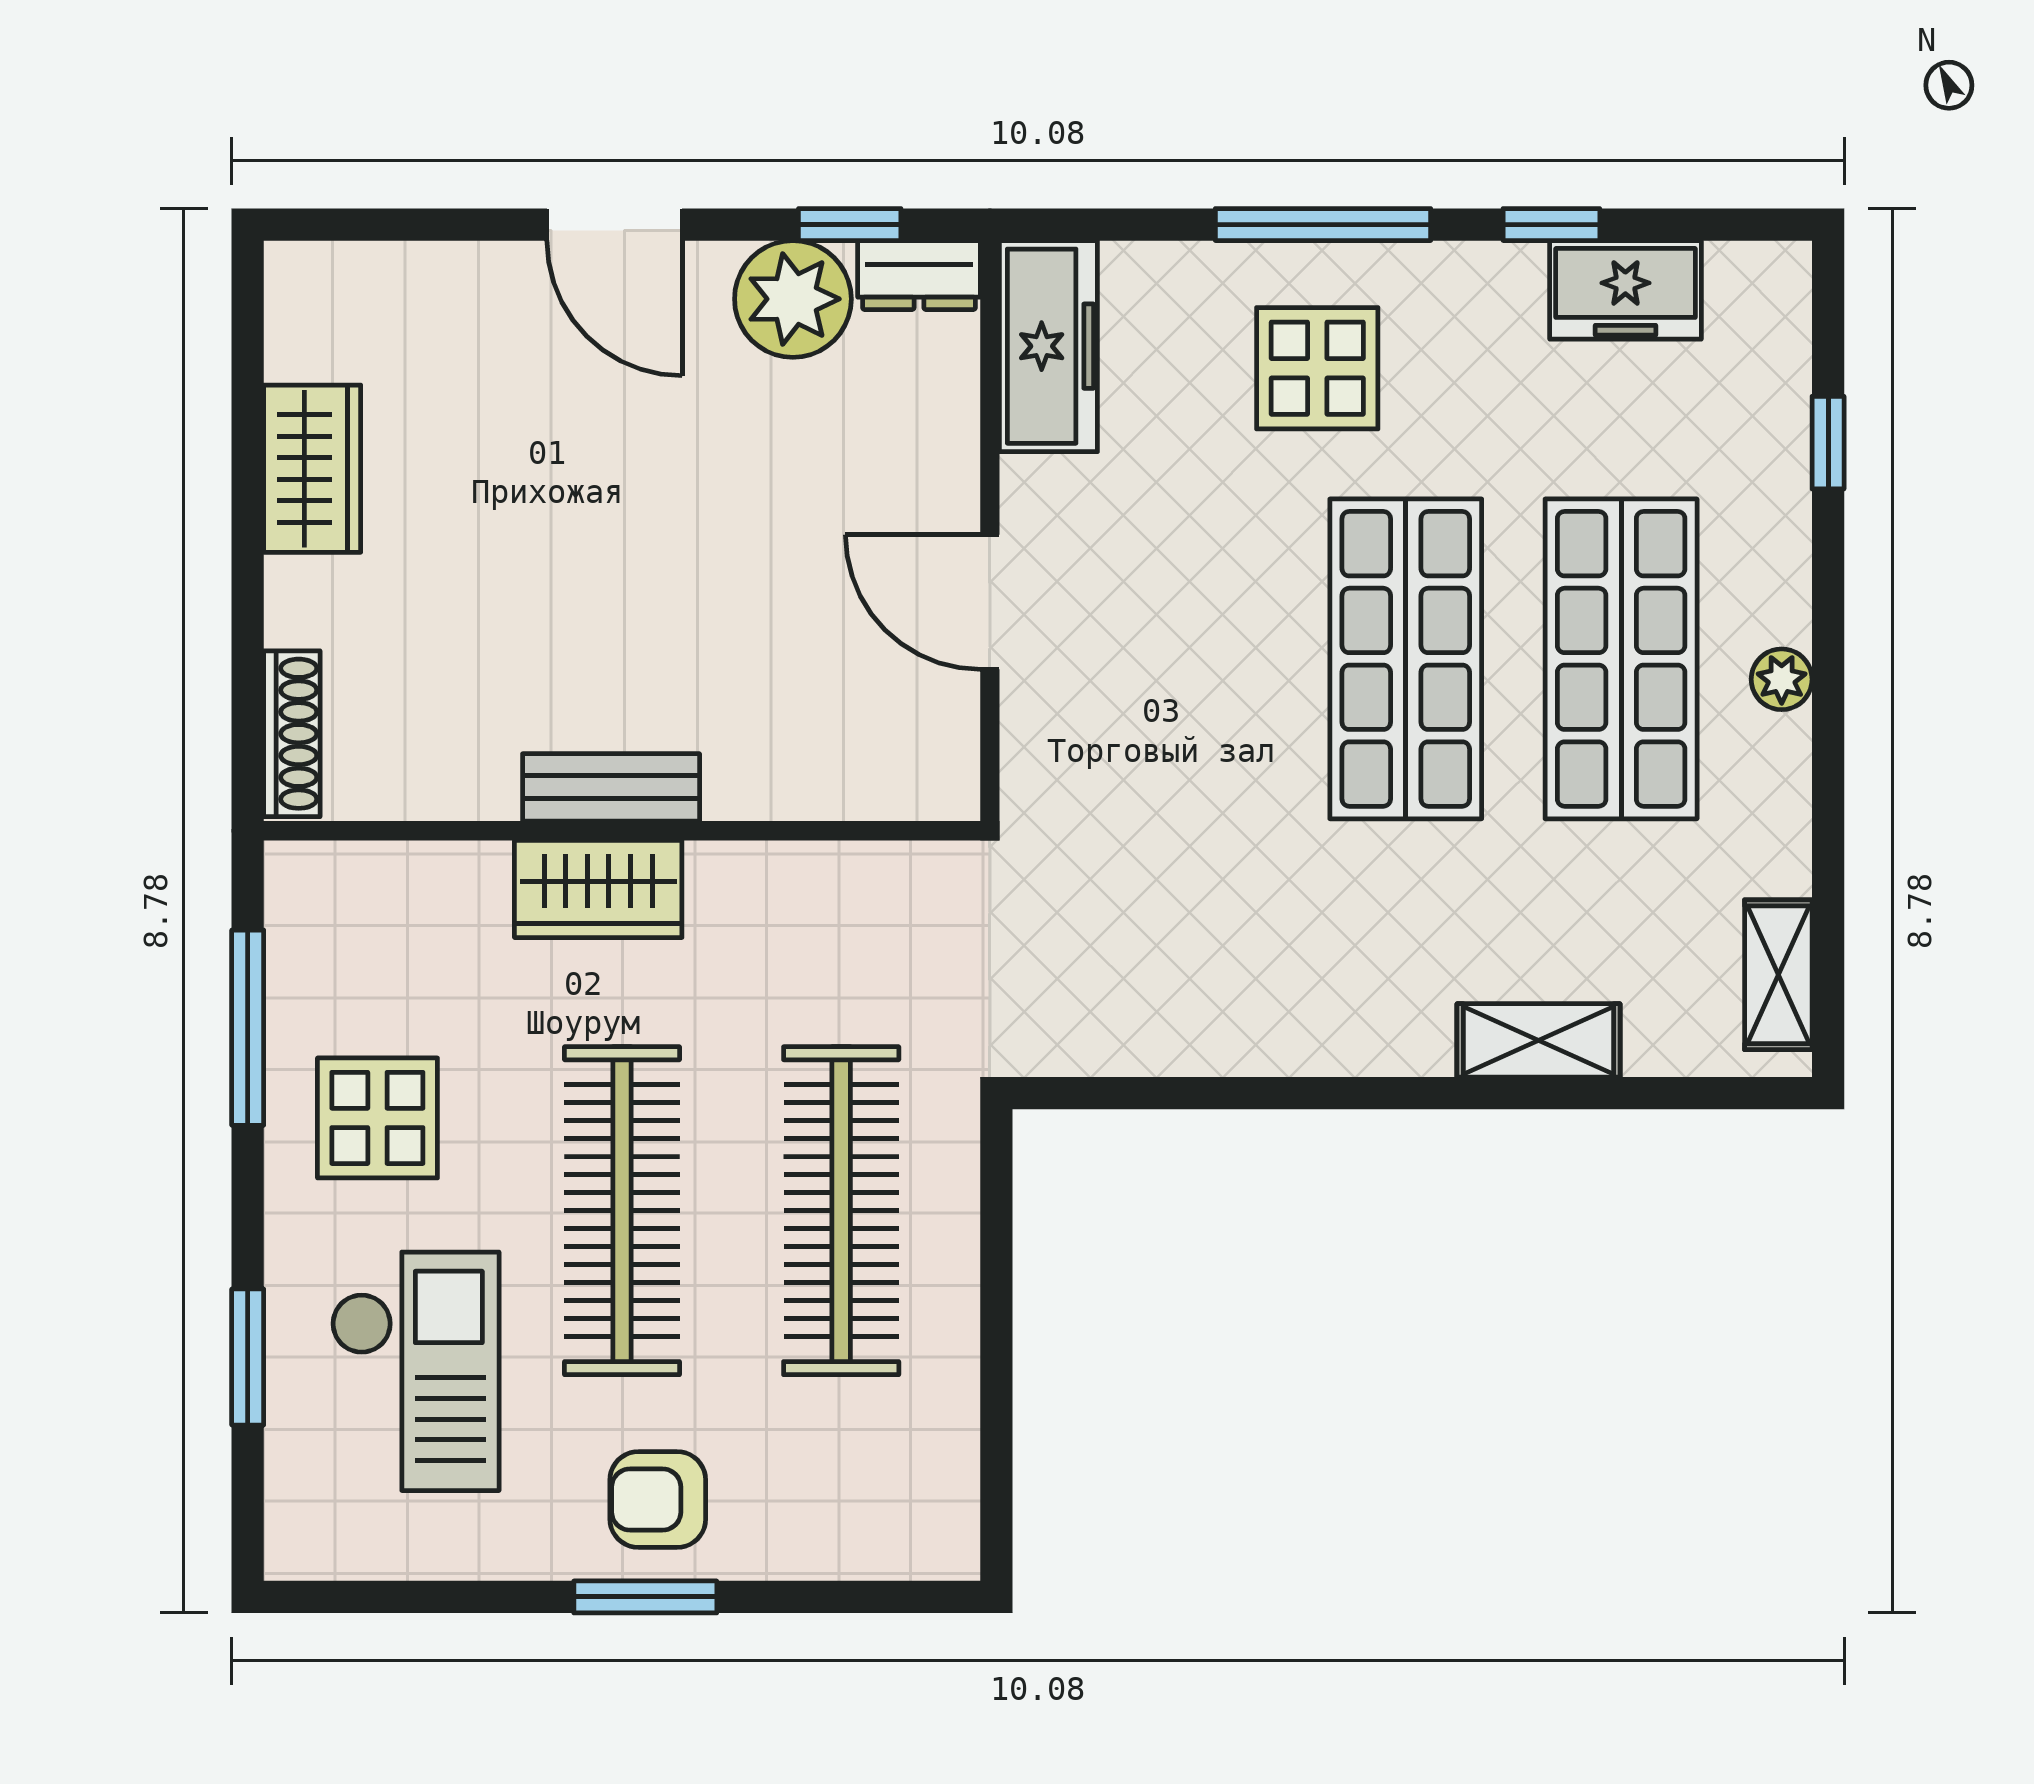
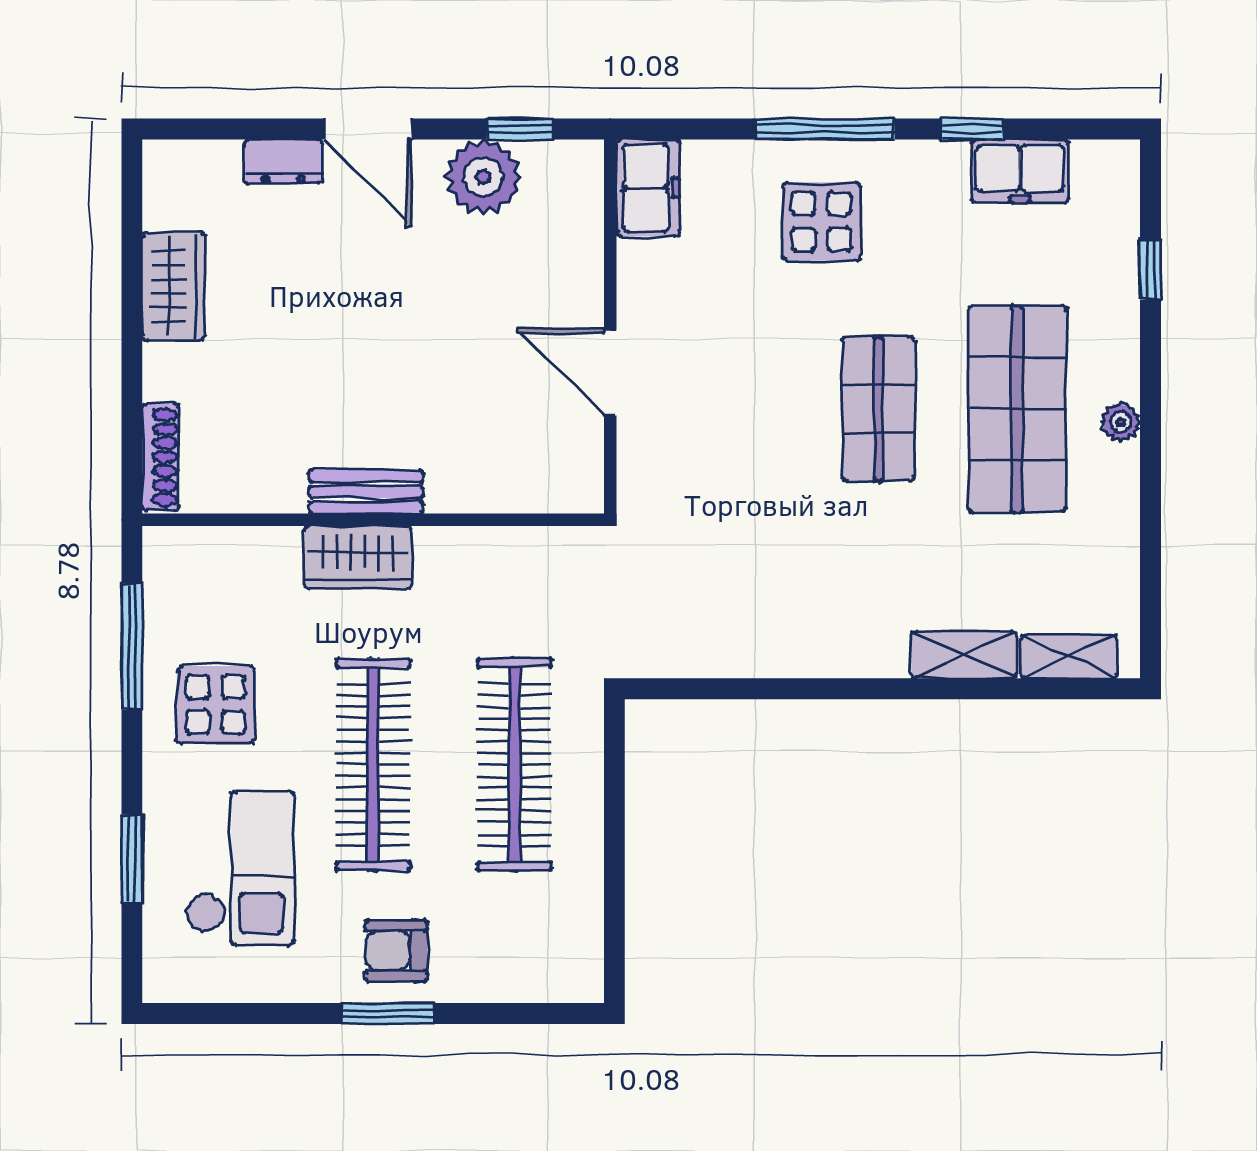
dresser: (919, 275) -> (283, 162), moved
freezer: (1048, 346) -> (648, 188), width x0.71
shop shelf: (1406, 659) -> (878, 409), width x0.70, depth x0.74
shelving: (1778, 975) -> (1069, 657), moved, turned 90

